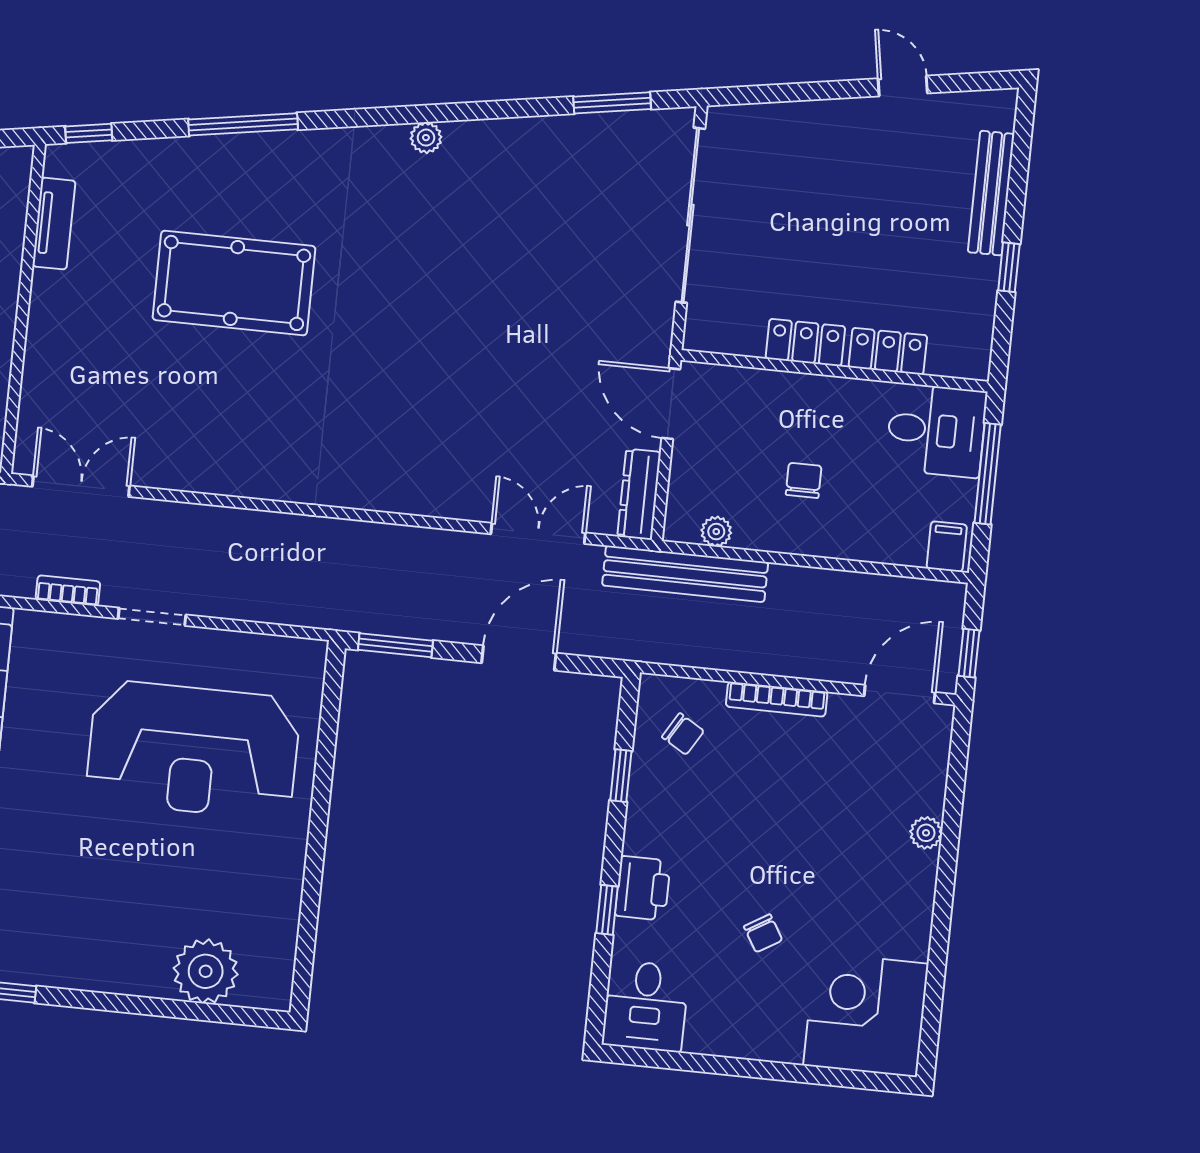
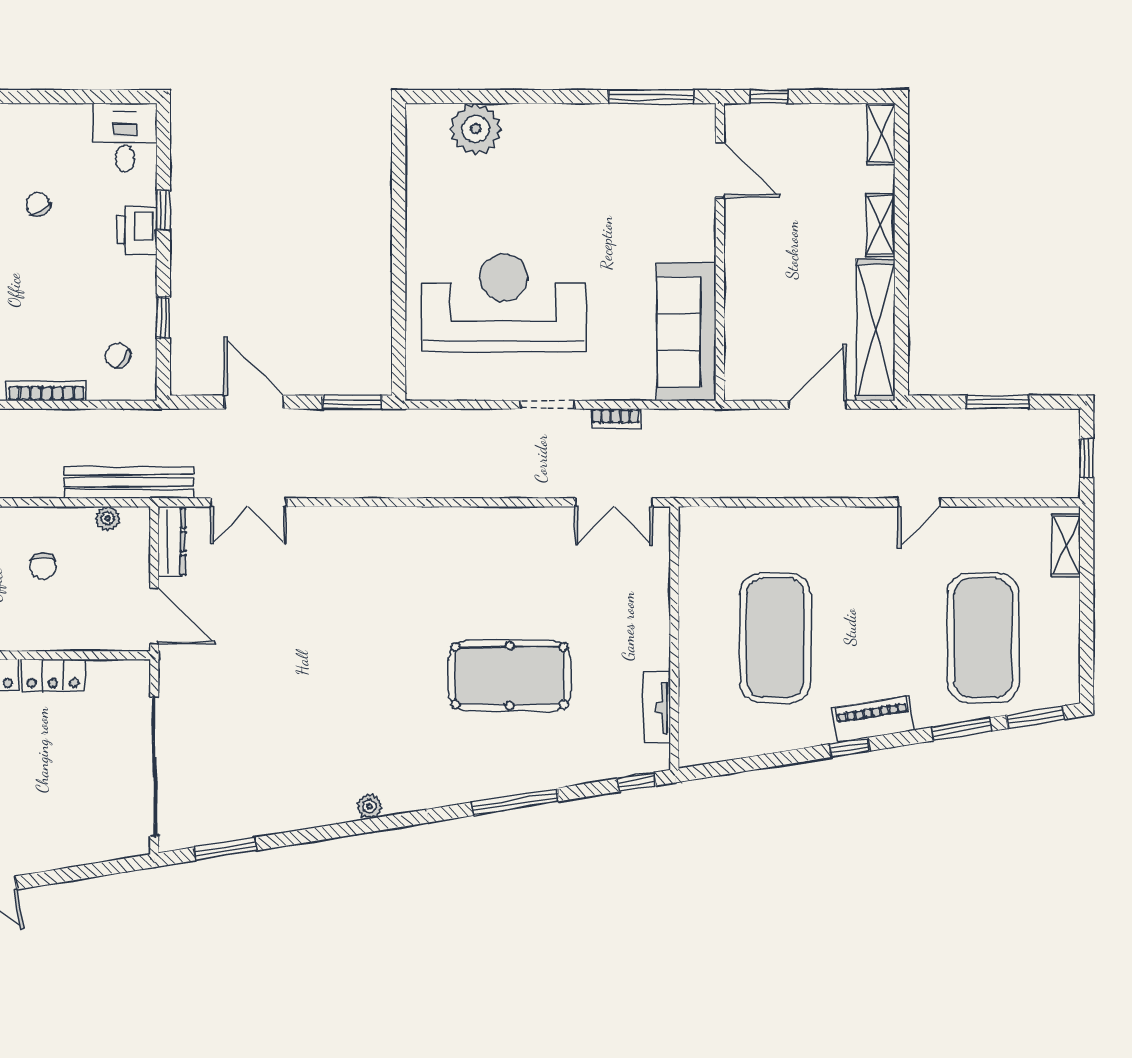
door: (519, 658) -> (254, 402), swing flipped

